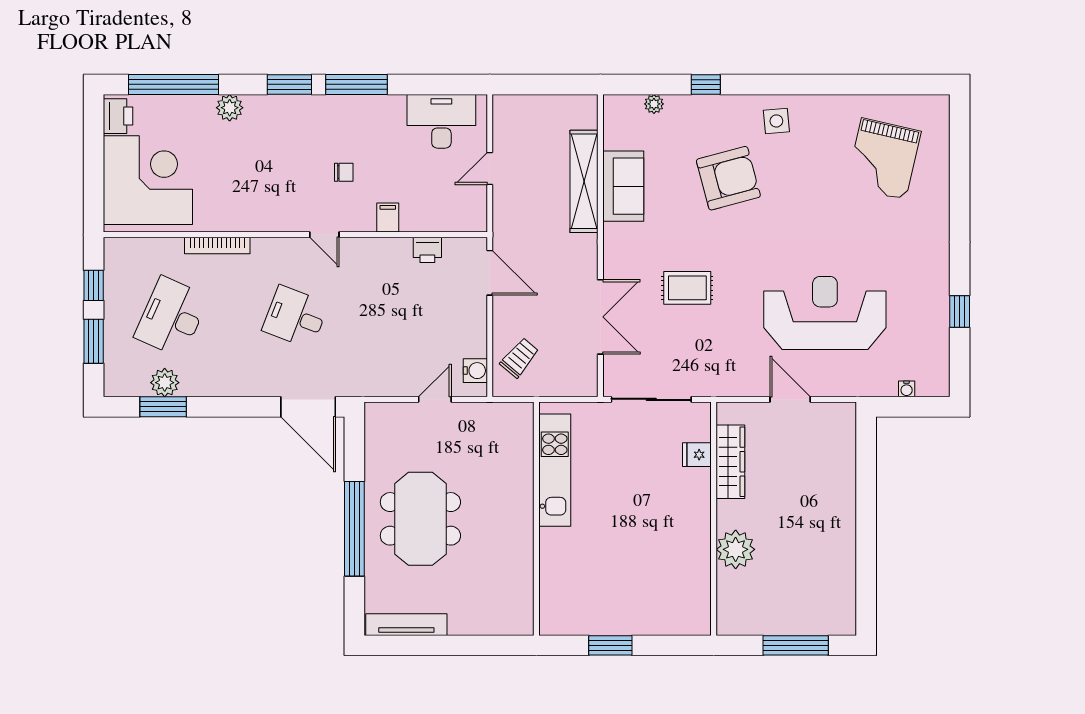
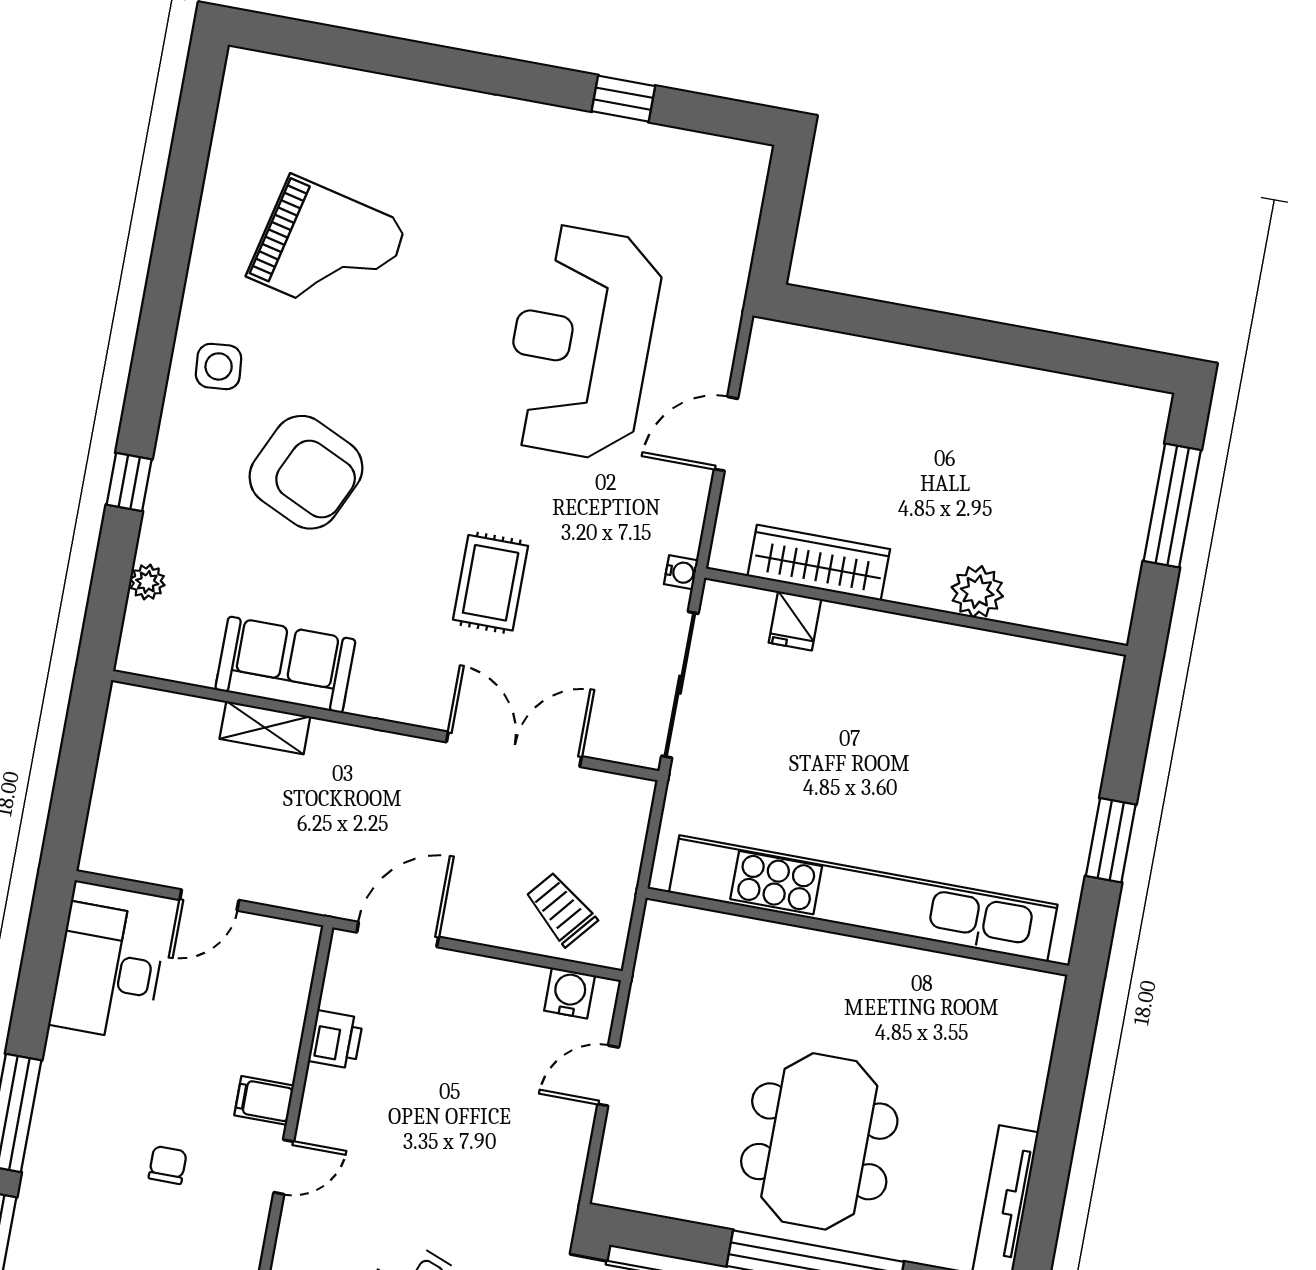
grand piano: (883, 159) -> (327, 250), moved
door: (490, 168) -> (209, 900), hinge flipped
armchair: (728, 178) -> (306, 472), turned 130
shelving: (584, 181) -> (265, 728), width x0.45, depth x0.75
door: (324, 235) -> (284, 1167), moved
water cooler: (907, 389) -> (681, 572), moved
door: (435, 399) -> (608, 1076), hinge flipped
kitchen unit: (555, 470) -> (863, 899), width x1.86
meeting table: (420, 519) -> (819, 1141), turned 90
plant: (736, 549) -> (977, 592), width x0.73, depth x0.73

